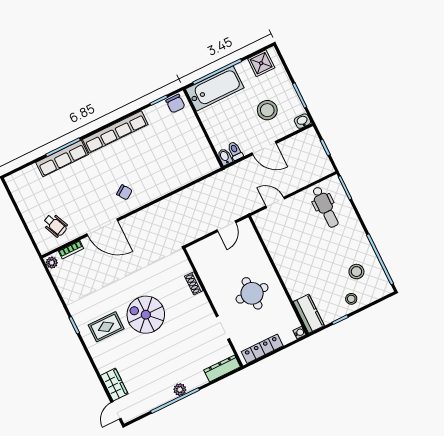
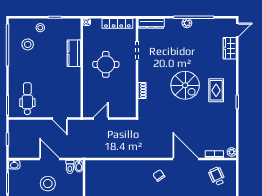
stool: (267, 110) -> (48, 184), moved
kitchen counter: (309, 314) -> (74, 53), moved
rug: (106, 327) -> (216, 90), turned 90

